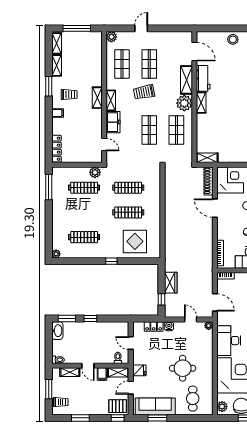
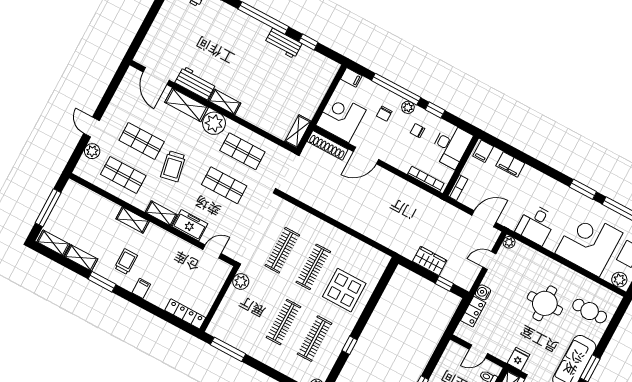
plant: (111, 37) -> (92, 151), moved
stool: (233, 39) -> (167, 20), removed
door: (194, 52) -> (156, 76), swing flipped
shelving: (97, 98) -> (133, 220), moved
clothes rail: (84, 188) -> (284, 322), moved
display table: (135, 241) -> (344, 290), moved
window: (111, 261) -> (350, 345), moved
desk: (229, 341) -> (536, 224), width x0.73

